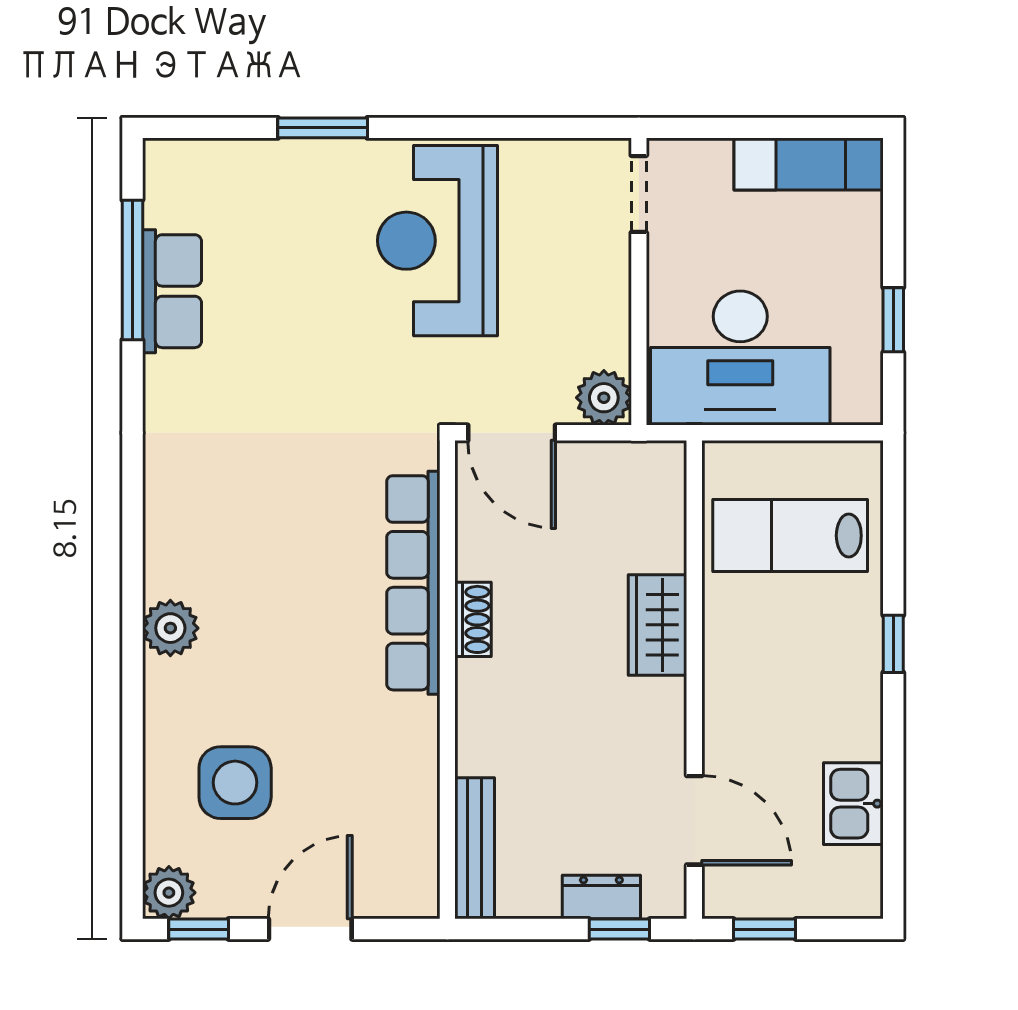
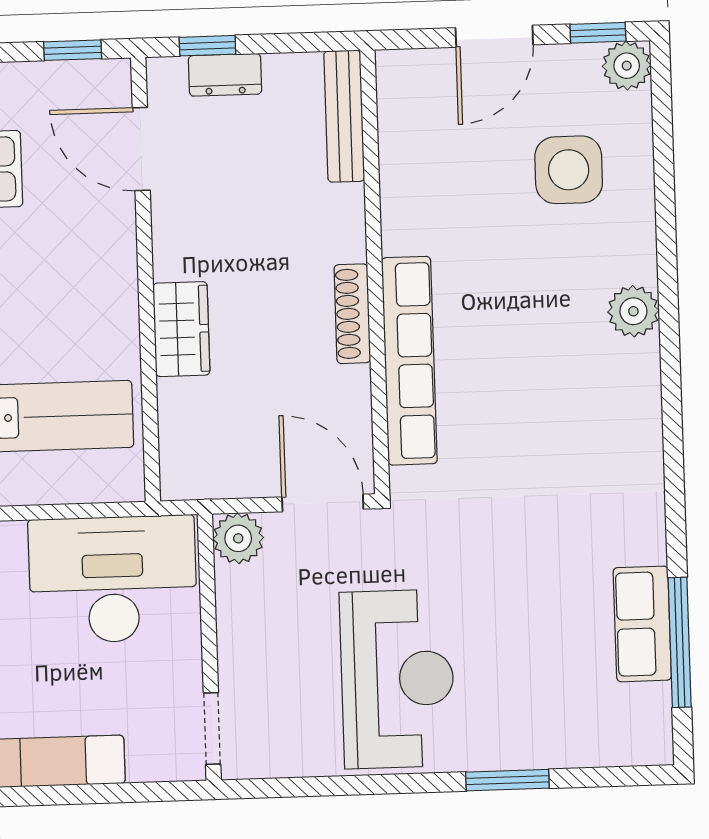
shoe rack: (473, 619) -> (352, 314), width x1.43

